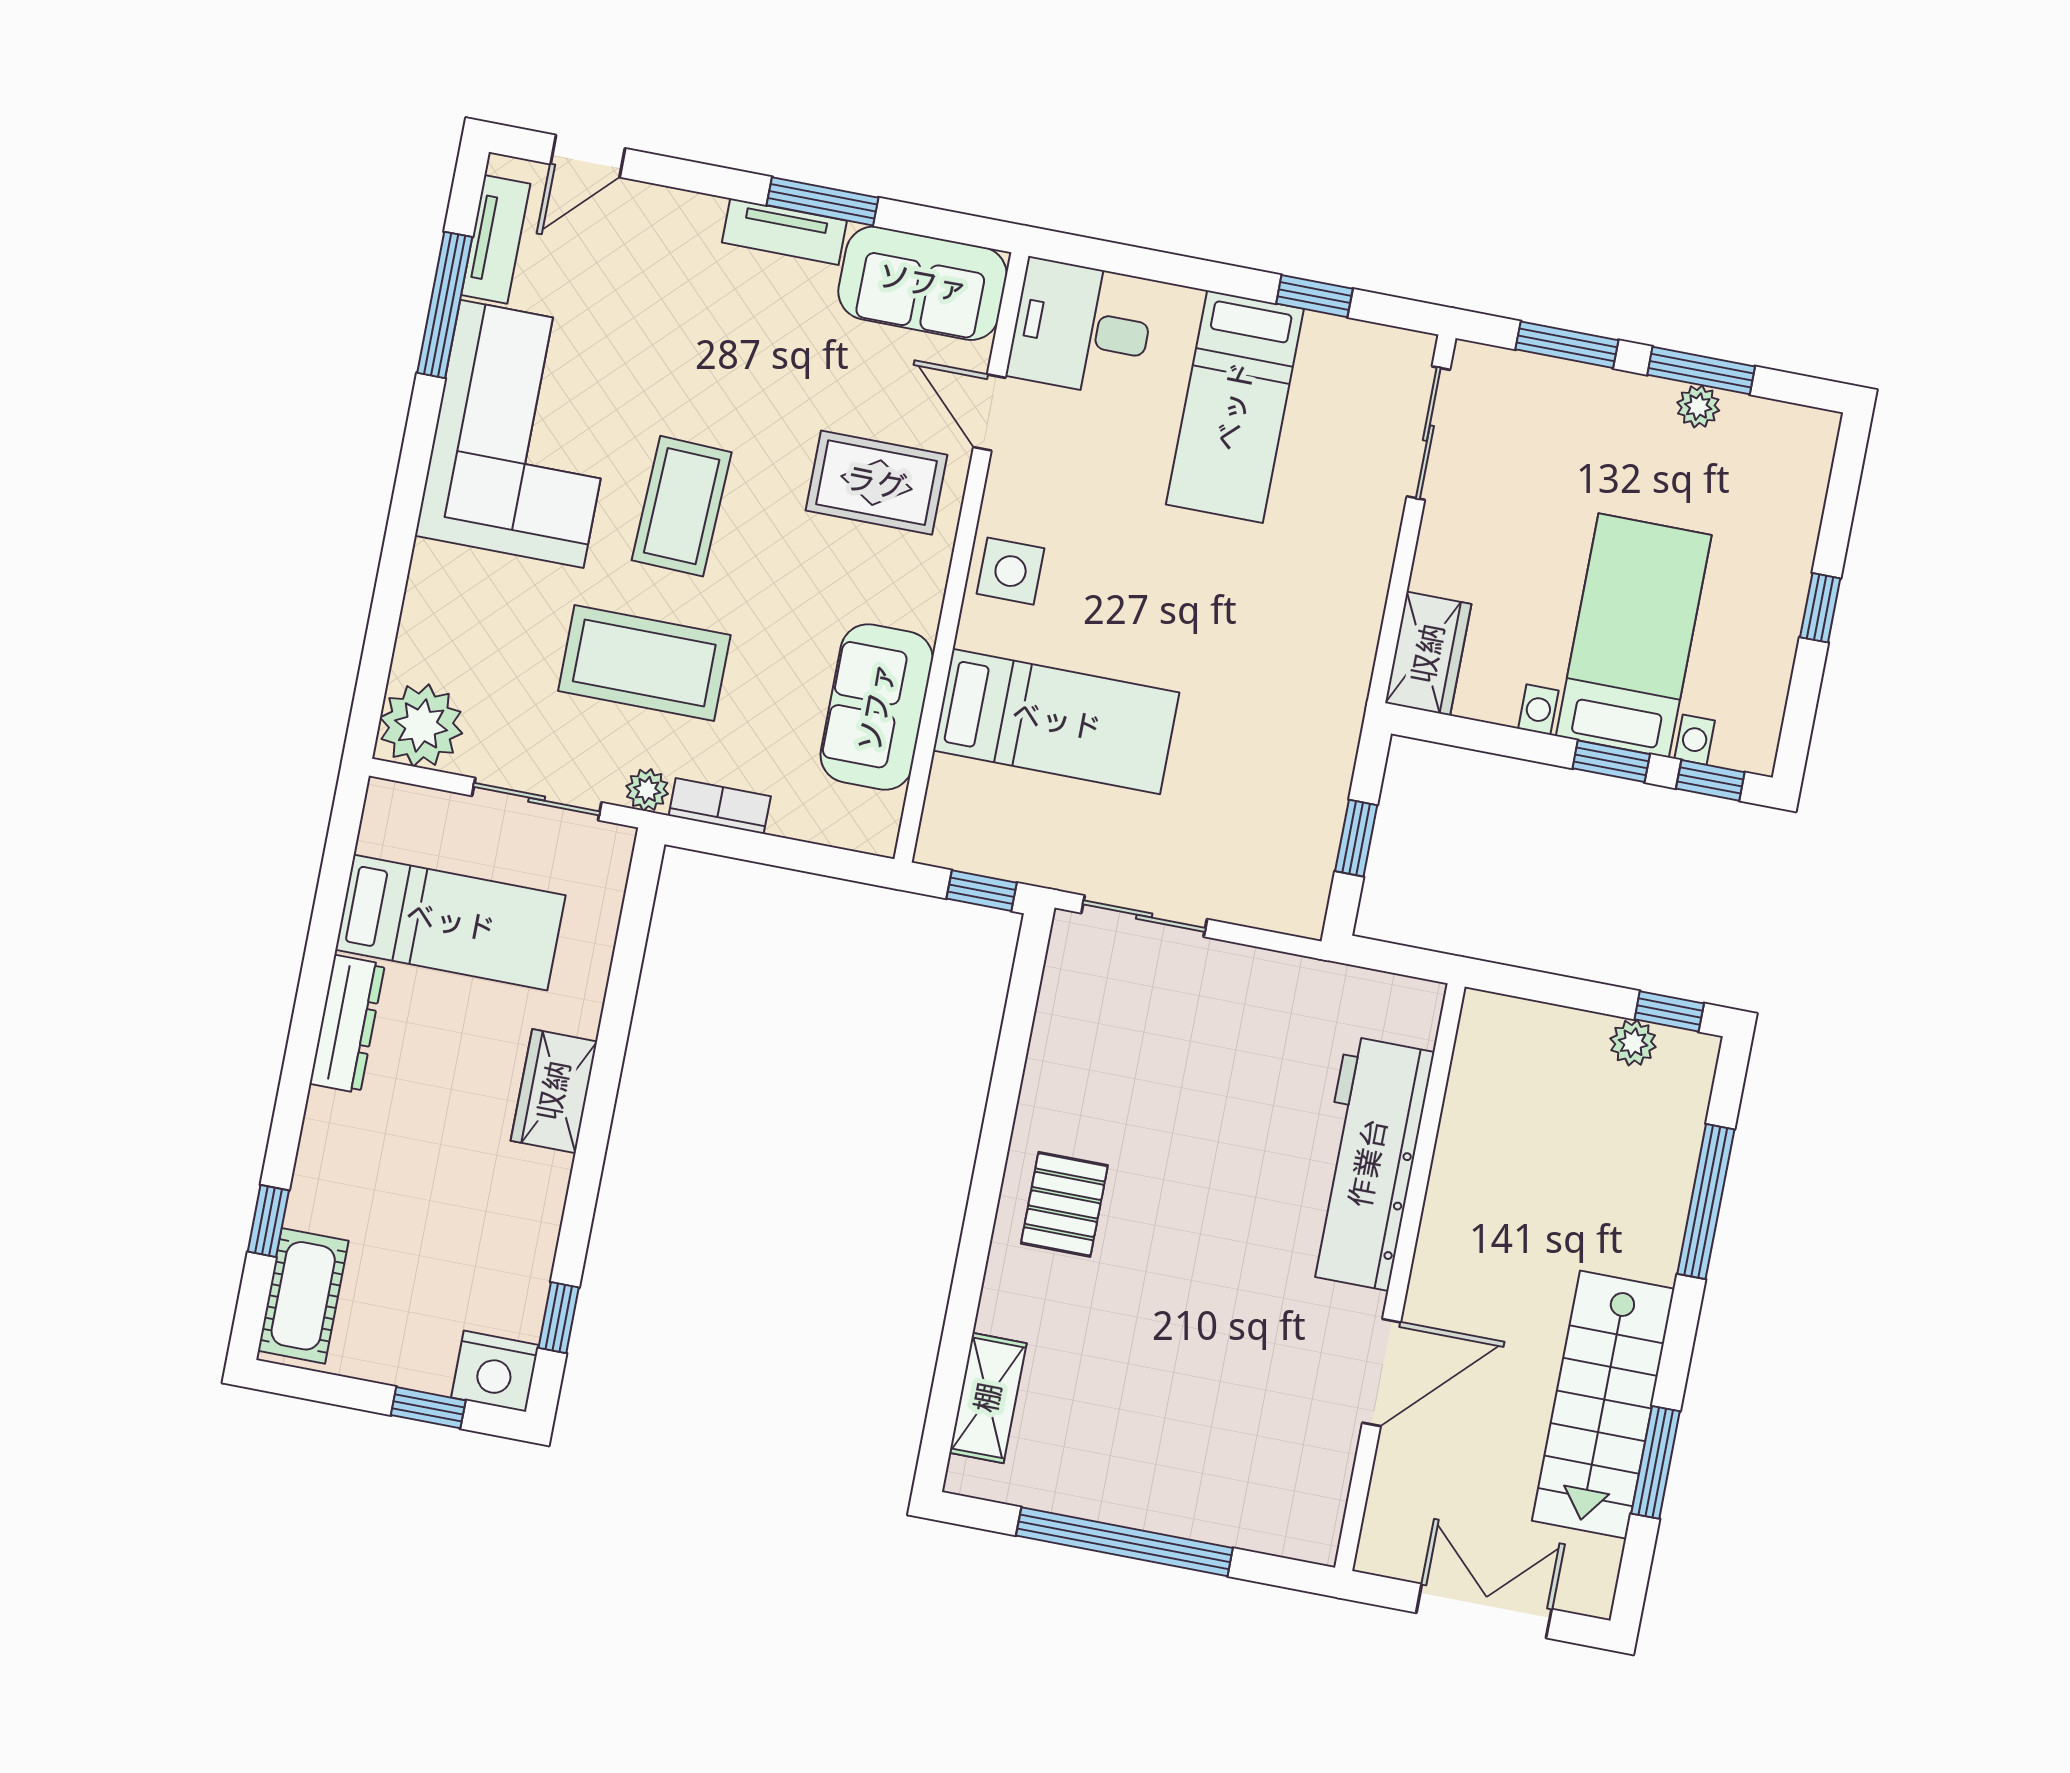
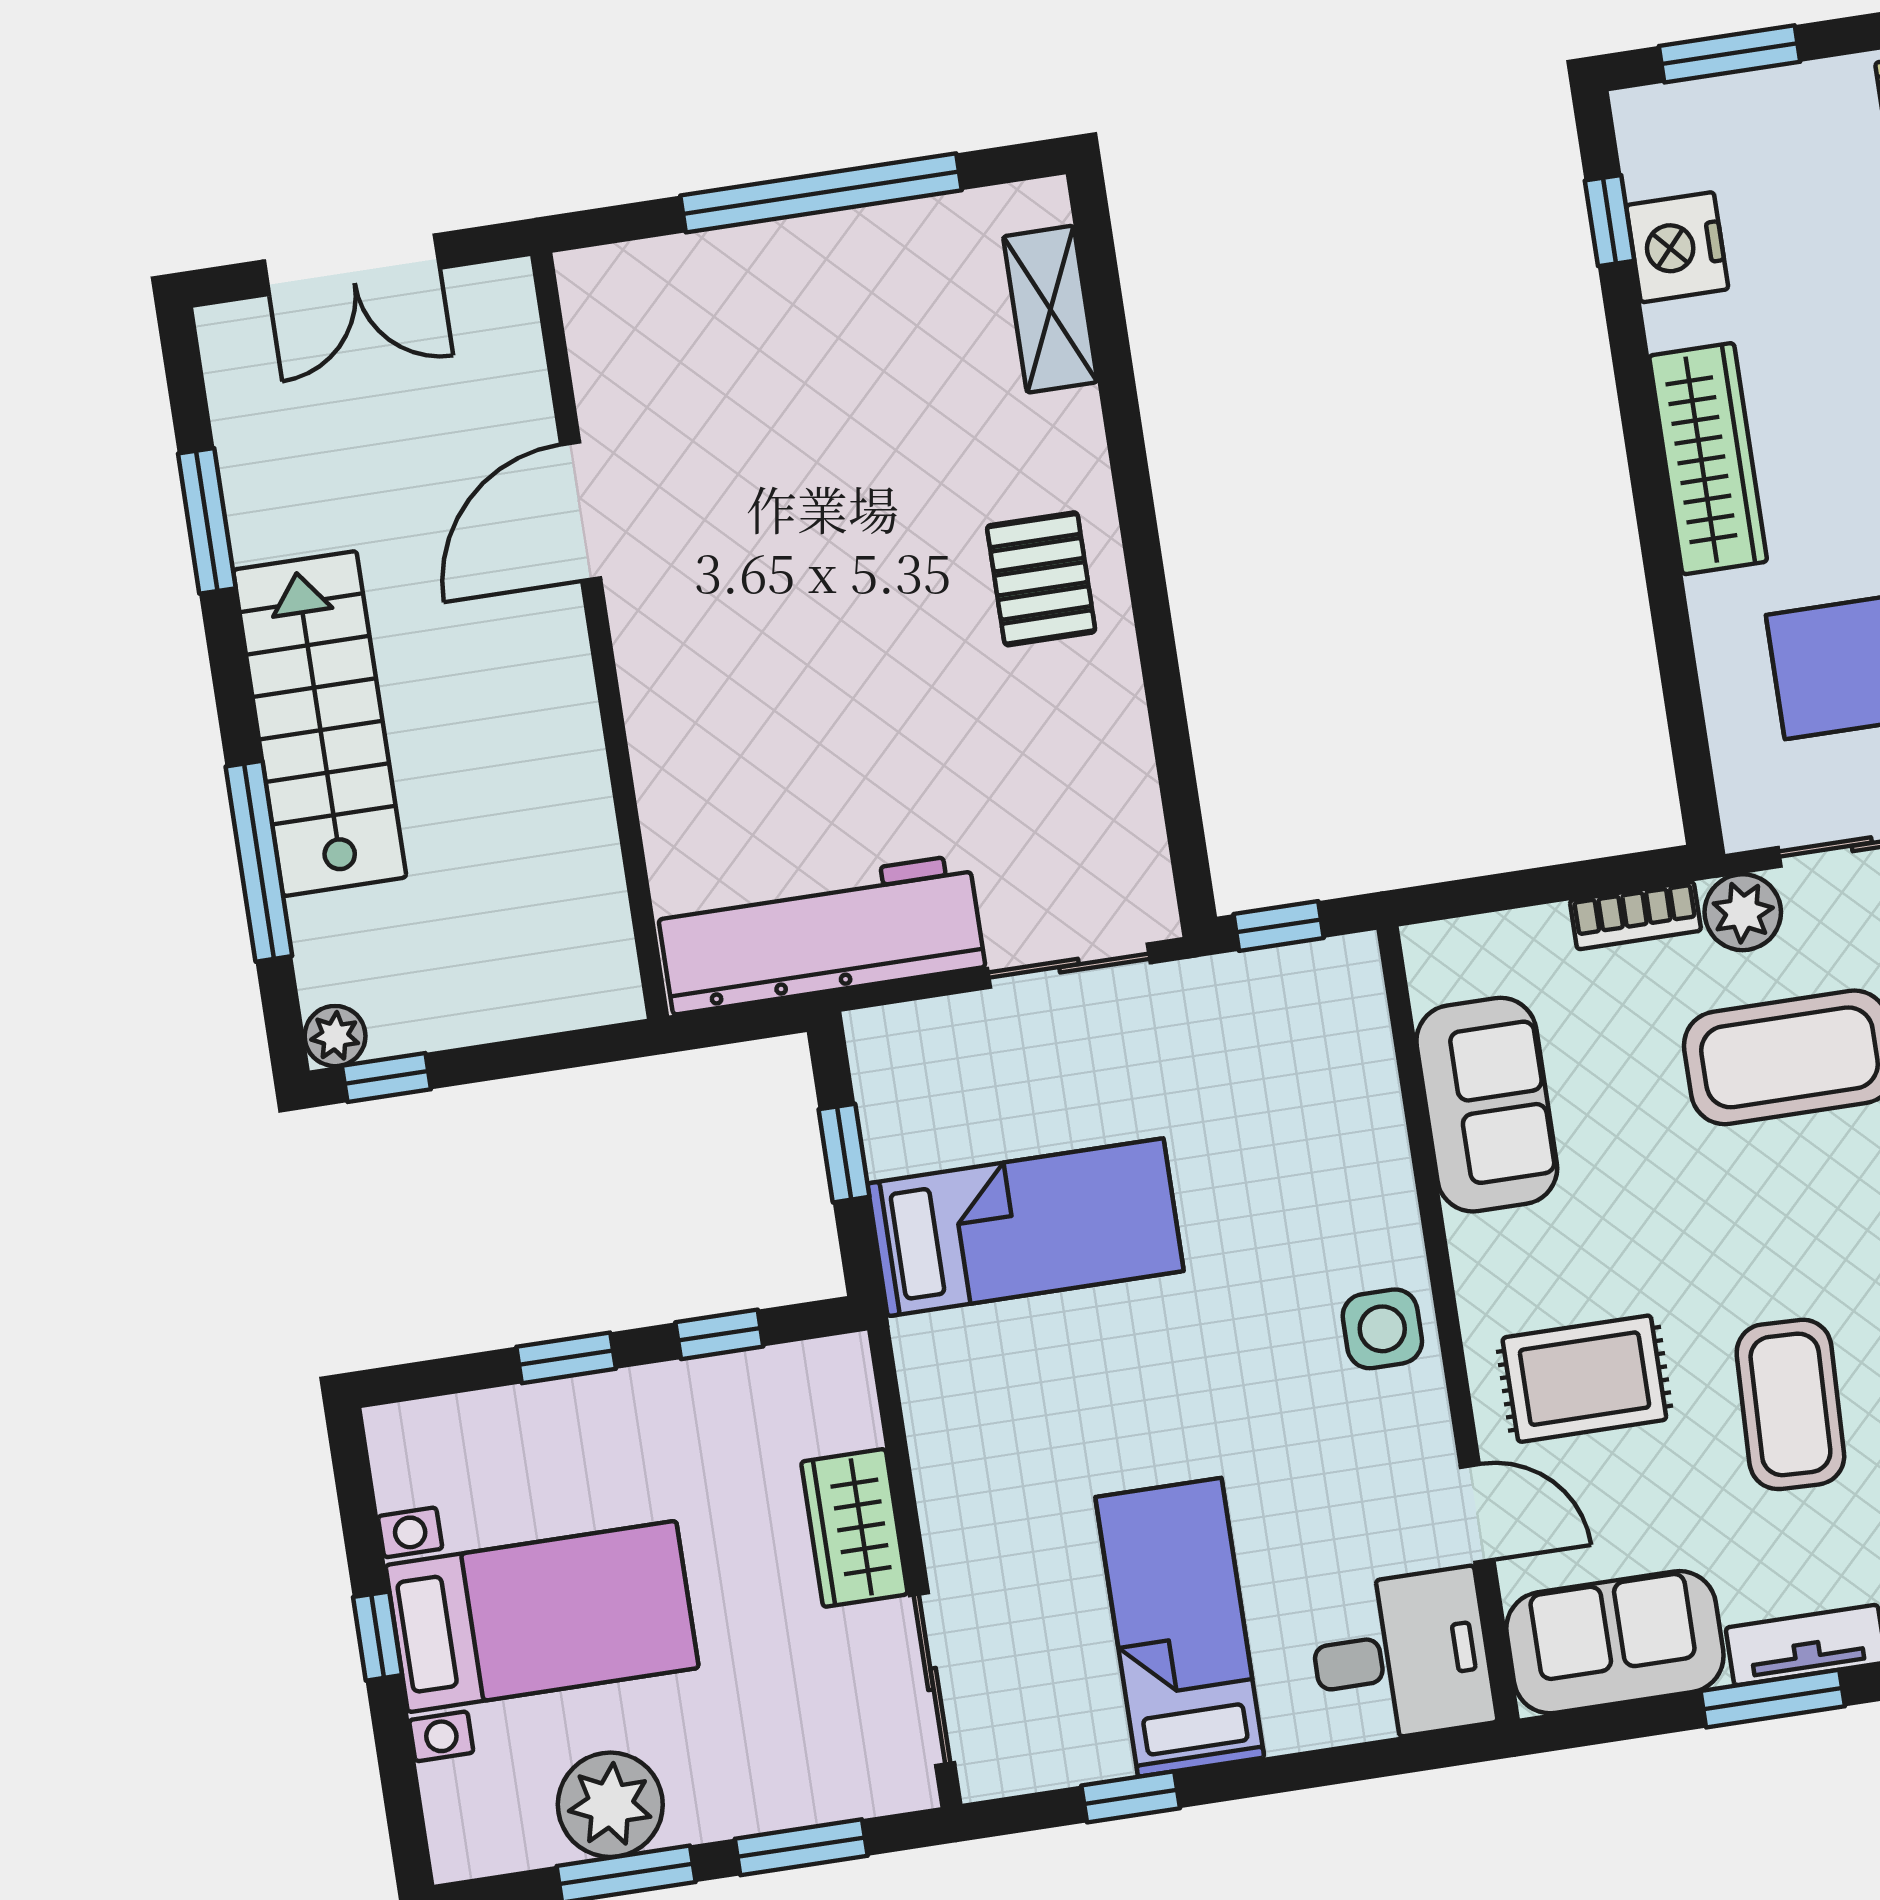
plant: (1698, 407) -> (610, 1805), width x1.88, depth x1.88
coffee table: (682, 506) -> (1790, 1404), moved
bed with nightstands: (1634, 636) -> (542, 1617), moved, turned -90
wardrobe: (1428, 654) -> (854, 1528), moved
bed: (1056, 721) -> (1026, 1227), moved, turned 180
window: (1710, 780) -> (719, 1334), moved
plant: (647, 790) -> (1743, 912), width x1.38, depth x1.38
plant: (1633, 1043) -> (335, 1036), moved
wardrobe: (554, 1091) -> (1708, 459), width x1.50
workbench: (1368, 1163) -> (821, 934), moved, turned -90
nightstand: (495, 1371) -> (1677, 247), moved, turned -90
stairs: (1603, 1405) -> (320, 724), moved
window: (428, 1408) -> (1730, 54), width x1.50

